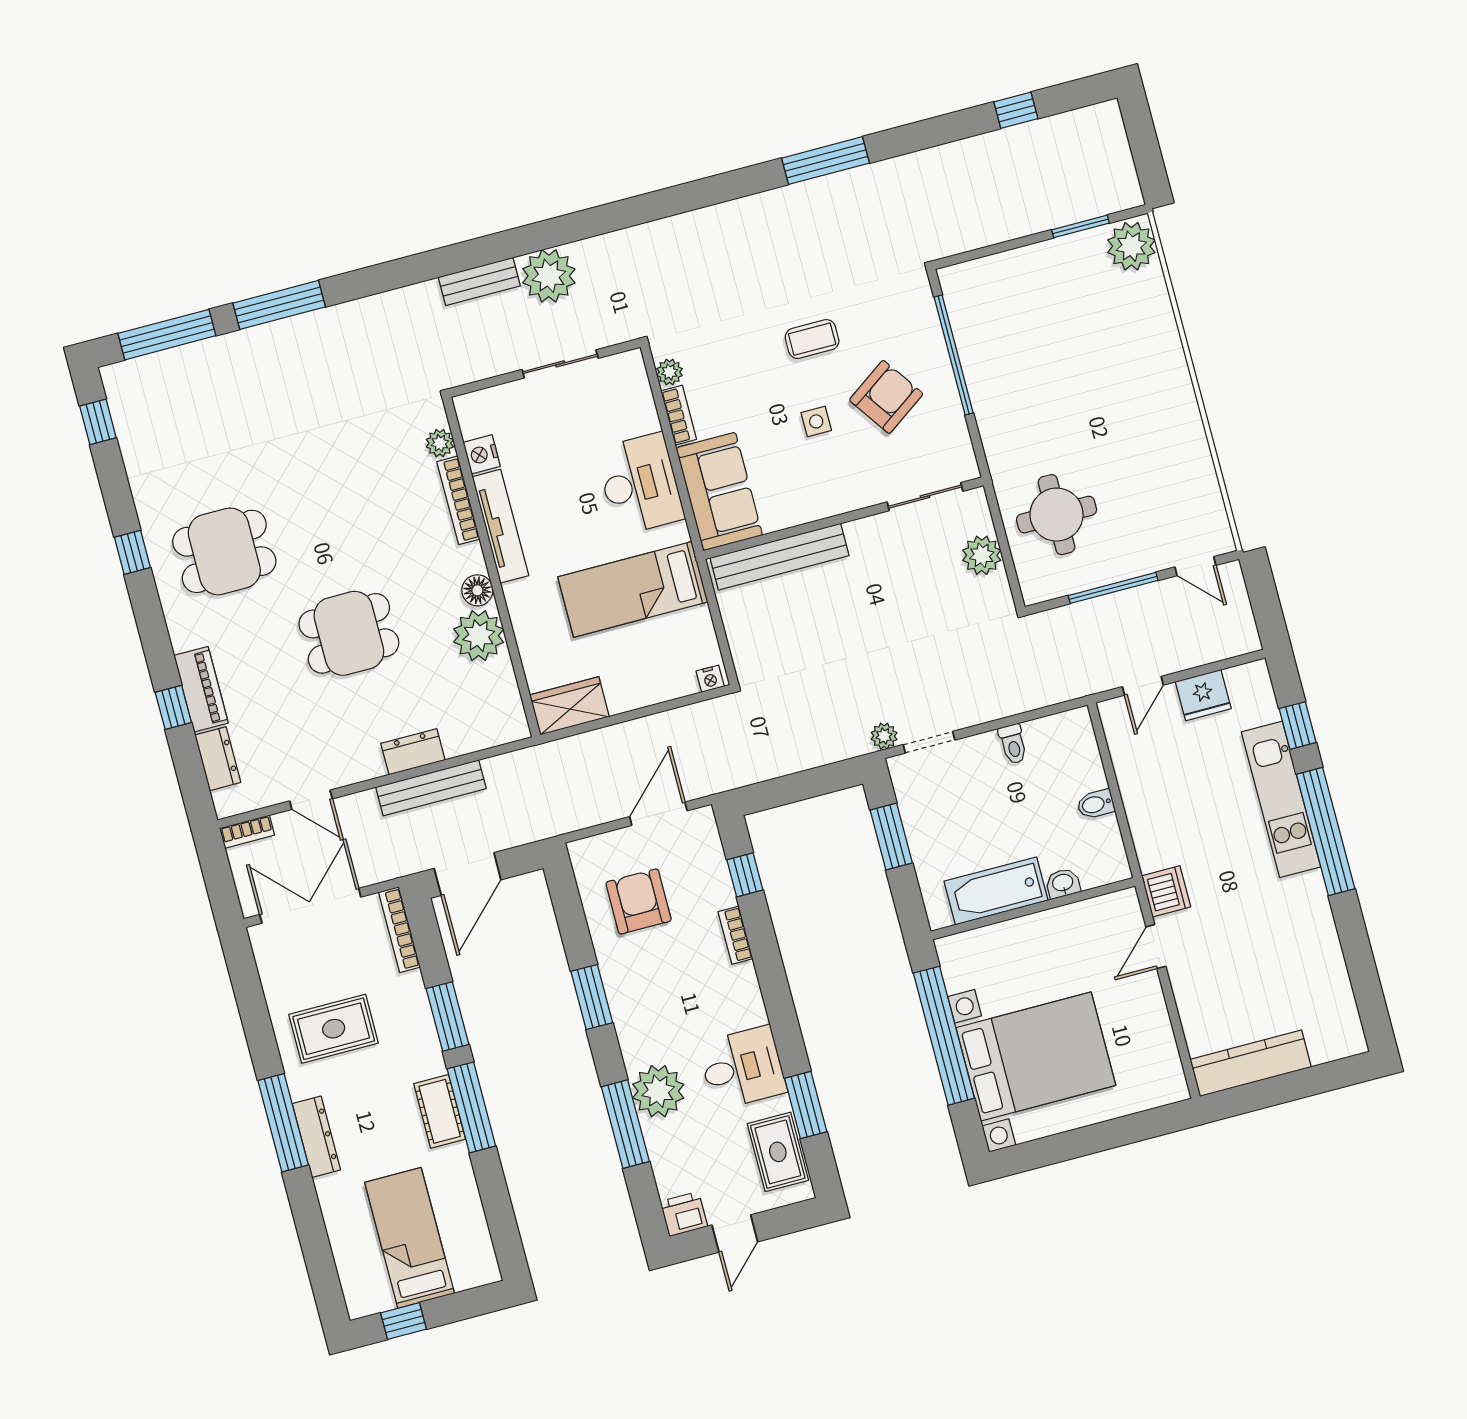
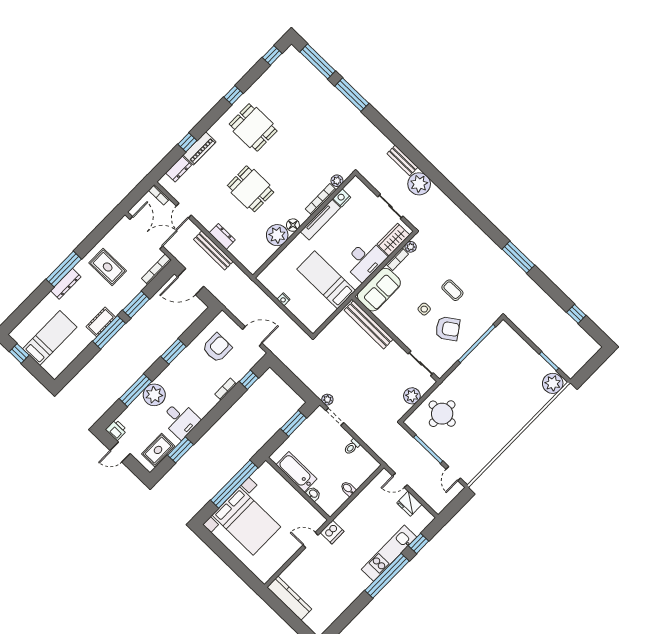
nightstand: (710, 679) -> (284, 299), moved
wardrobe: (569, 706) -> (393, 240), moved, turned -90

